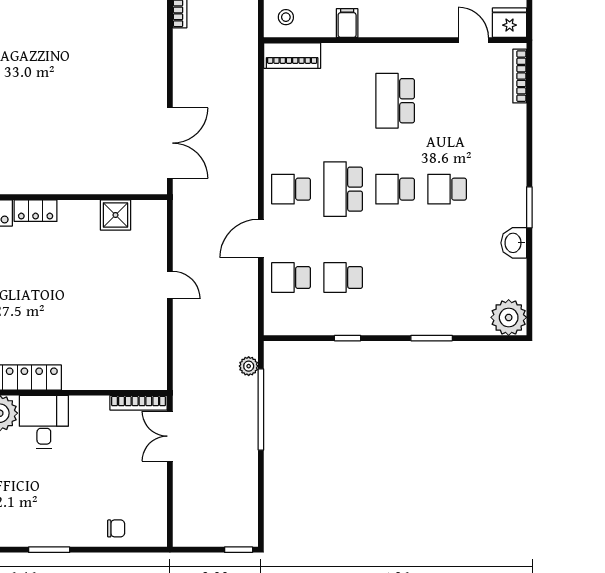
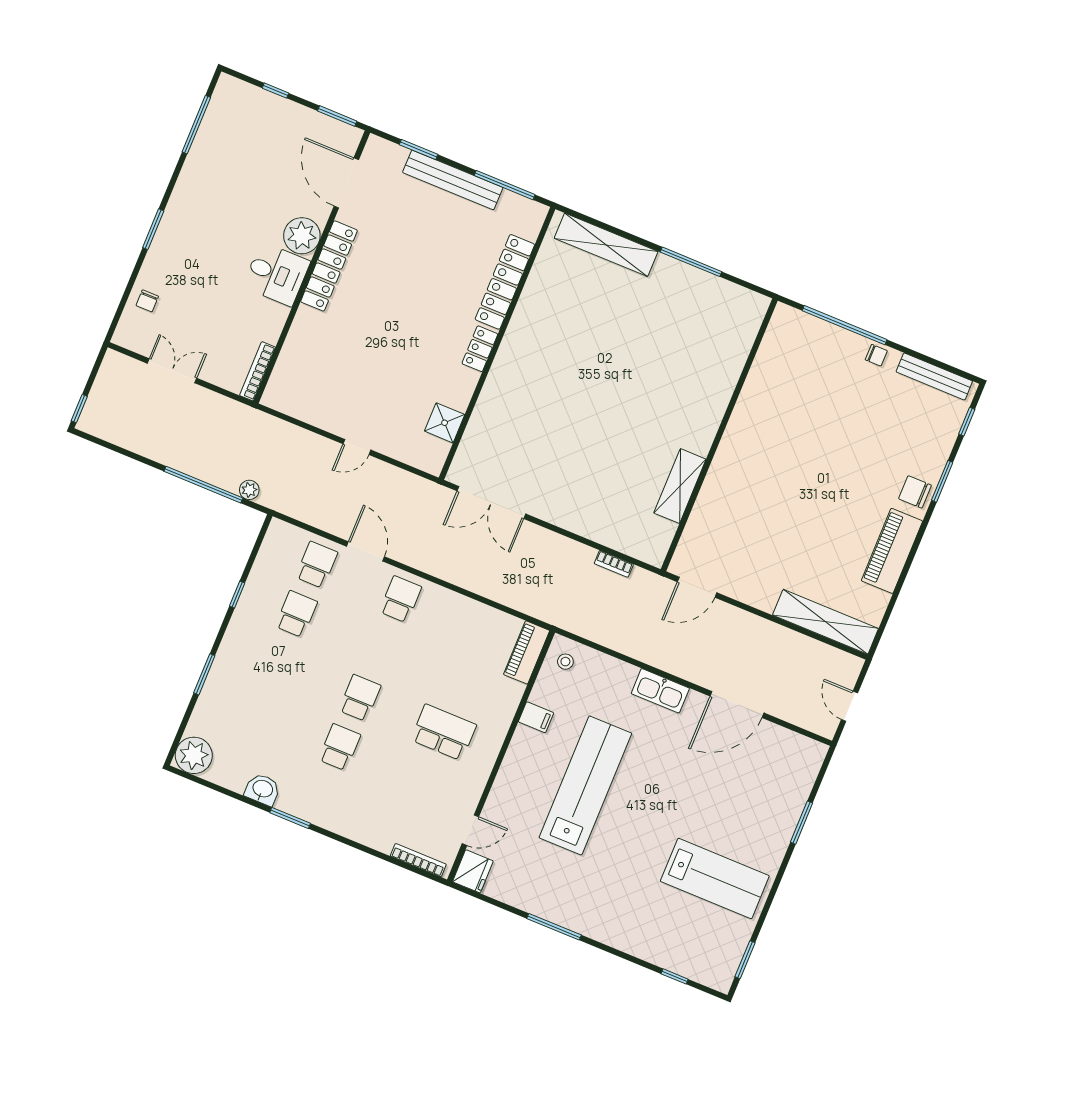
school desk: (343, 189) -> (380, 649), removed
double door: (170, 436) -> (172, 371), moved

